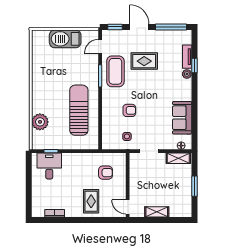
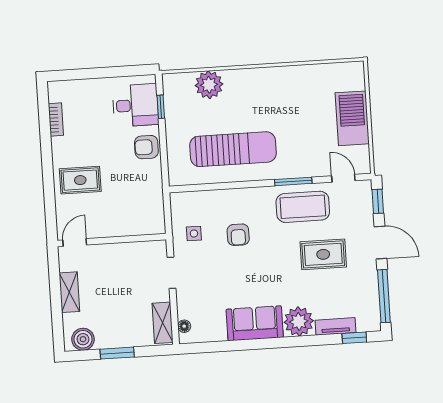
door: (139, 27) -> (380, 243), hinge flipped
rug: (144, 61) -> (323, 254), turned 90
window: (194, 66) -> (354, 338), moved
plant: (187, 74) -> (299, 322), width x1.87, depth x1.87
sofa: (182, 118) -> (255, 323), moved
armchair: (106, 173) -> (146, 147), moved, turned 90
boiler: (185, 206) -> (83, 339), added

